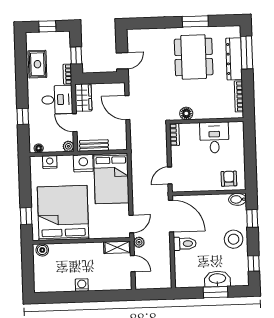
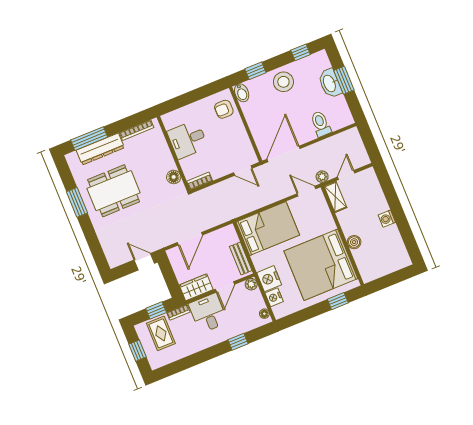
rug: (37, 64) -> (161, 333), moved, turned 90
nightstand: (83, 163) -> (269, 279), moved
toilet: (185, 244) -> (321, 124), moved
boiler: (42, 250) -> (354, 242), moved

